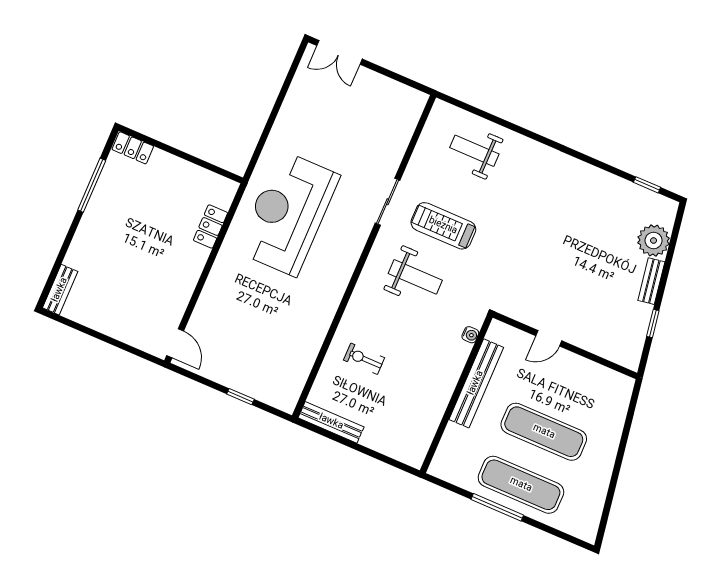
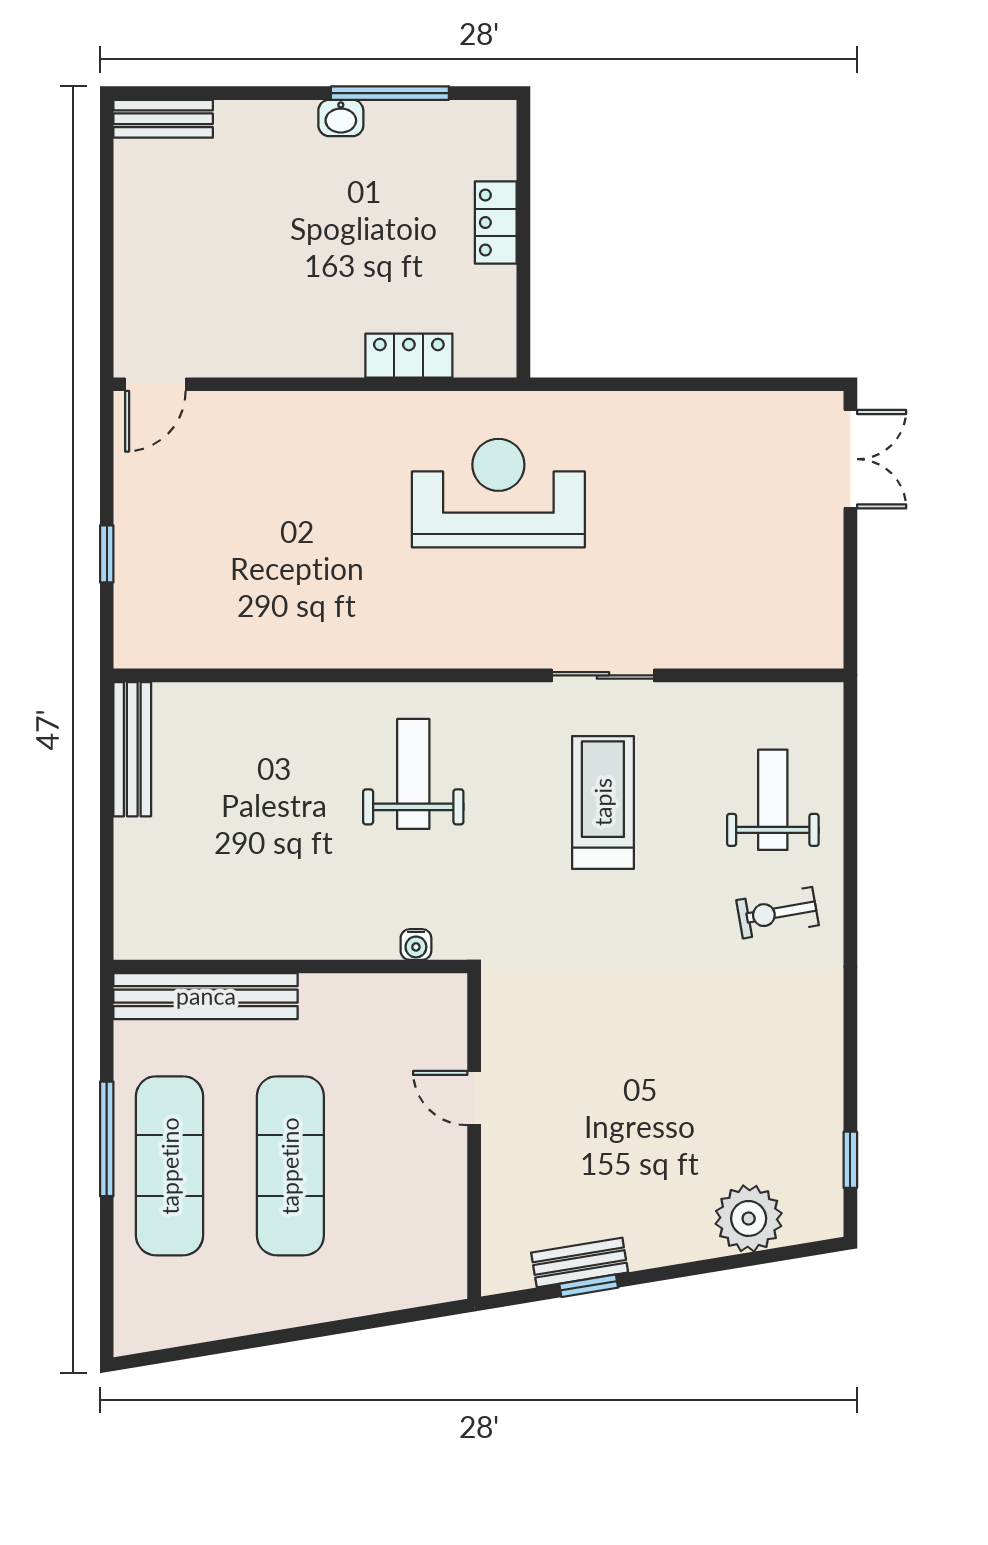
double door: (339, 52) -> (850, 459), swing flipped
locker: (133, 148) -> (496, 223), moved
washbasin: (93, 211) -> (341, 118), added
reception desk: (288, 213) -> (498, 493), width x0.74, depth x0.77
weight bench: (415, 277) -> (413, 774), moved, turned 180
bench: (651, 281) -> (580, 1263), moved
exercise bike: (364, 359) -> (778, 913), moved, turned -100
bench: (476, 383) -> (206, 996), moved

